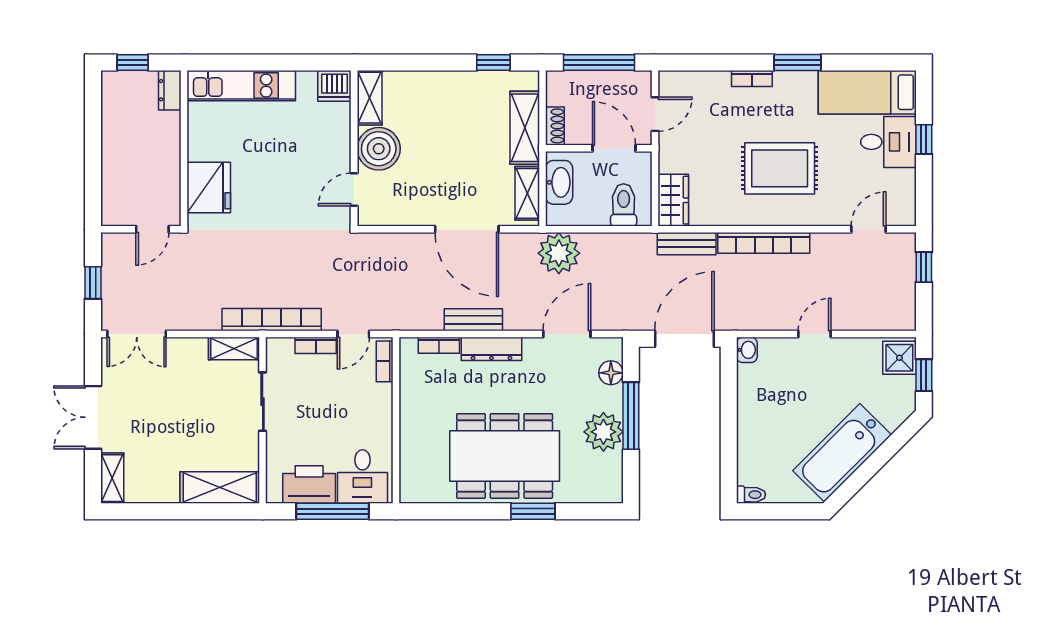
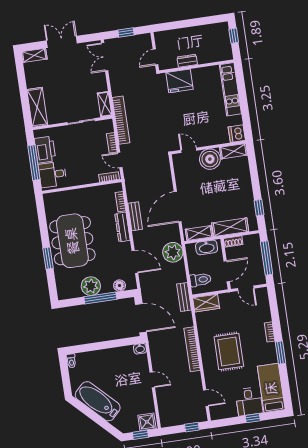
dresser: (170, 90) -> (187, 61), moved
door: (152, 229) -> (156, 57), hinge flipped
bench: (687, 244) -> (184, 297), moved

